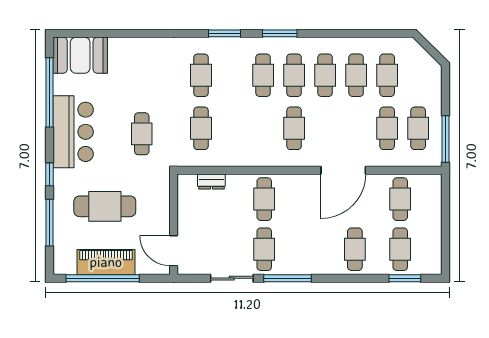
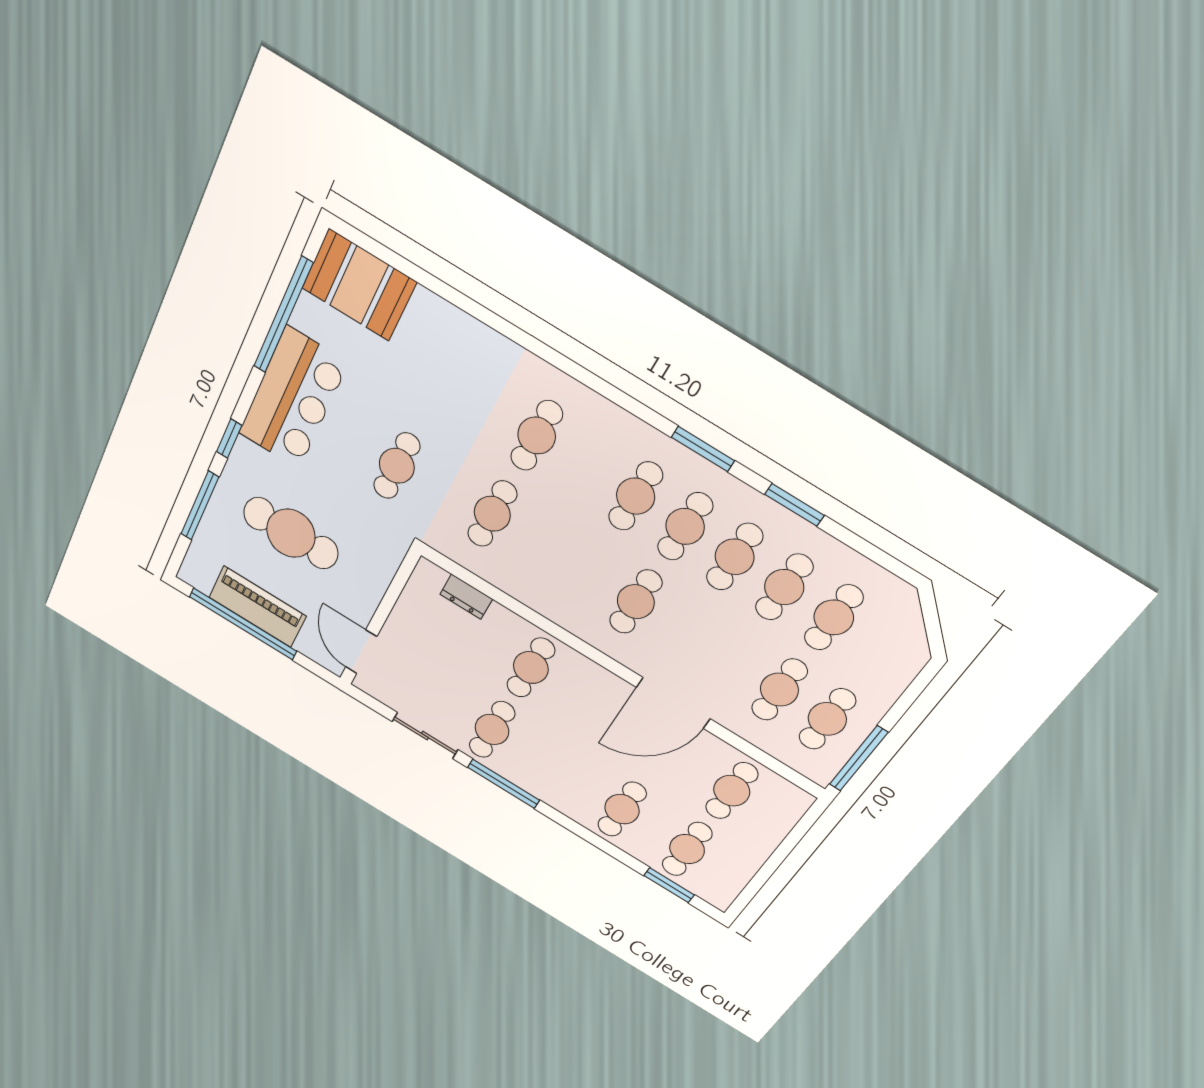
window: (225, 33) -> (794, 505), moved

